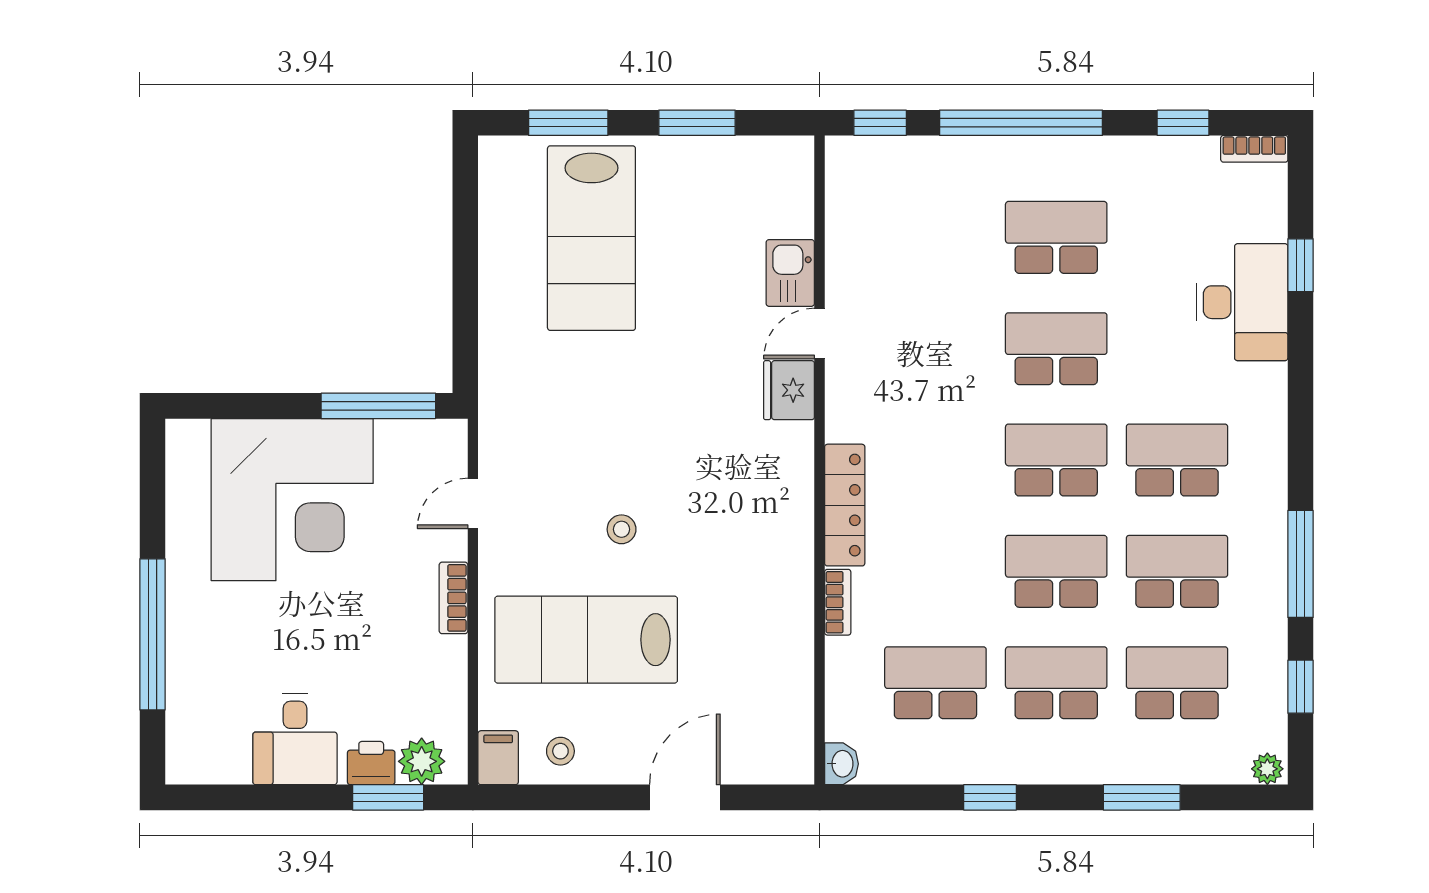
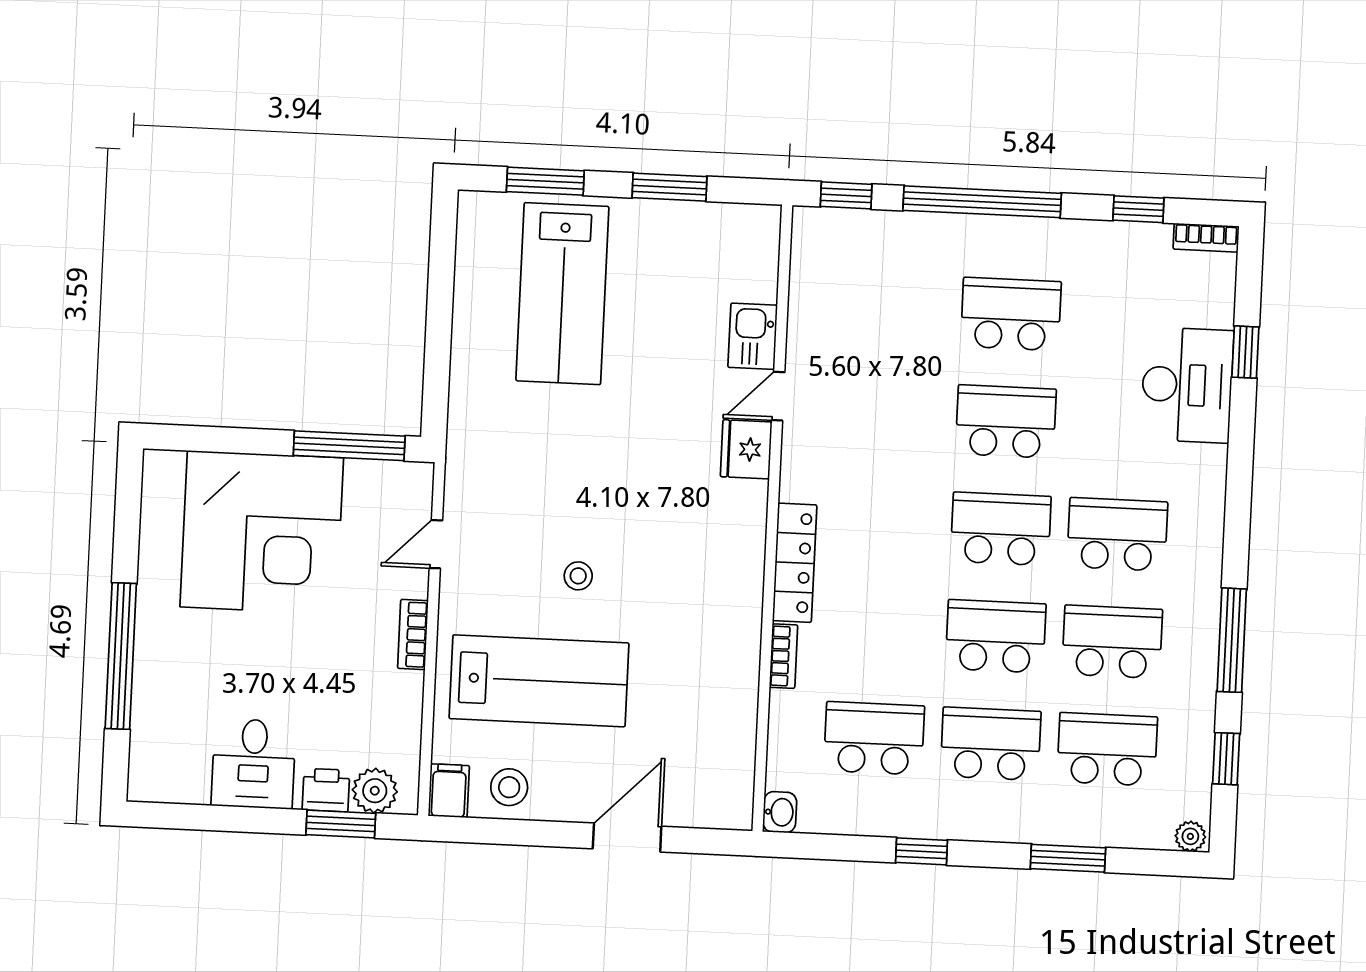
lab bench: (586, 640) -> (539, 681), turned 180
stool: (560, 751) -> (509, 787), width x1.37, depth x1.37

